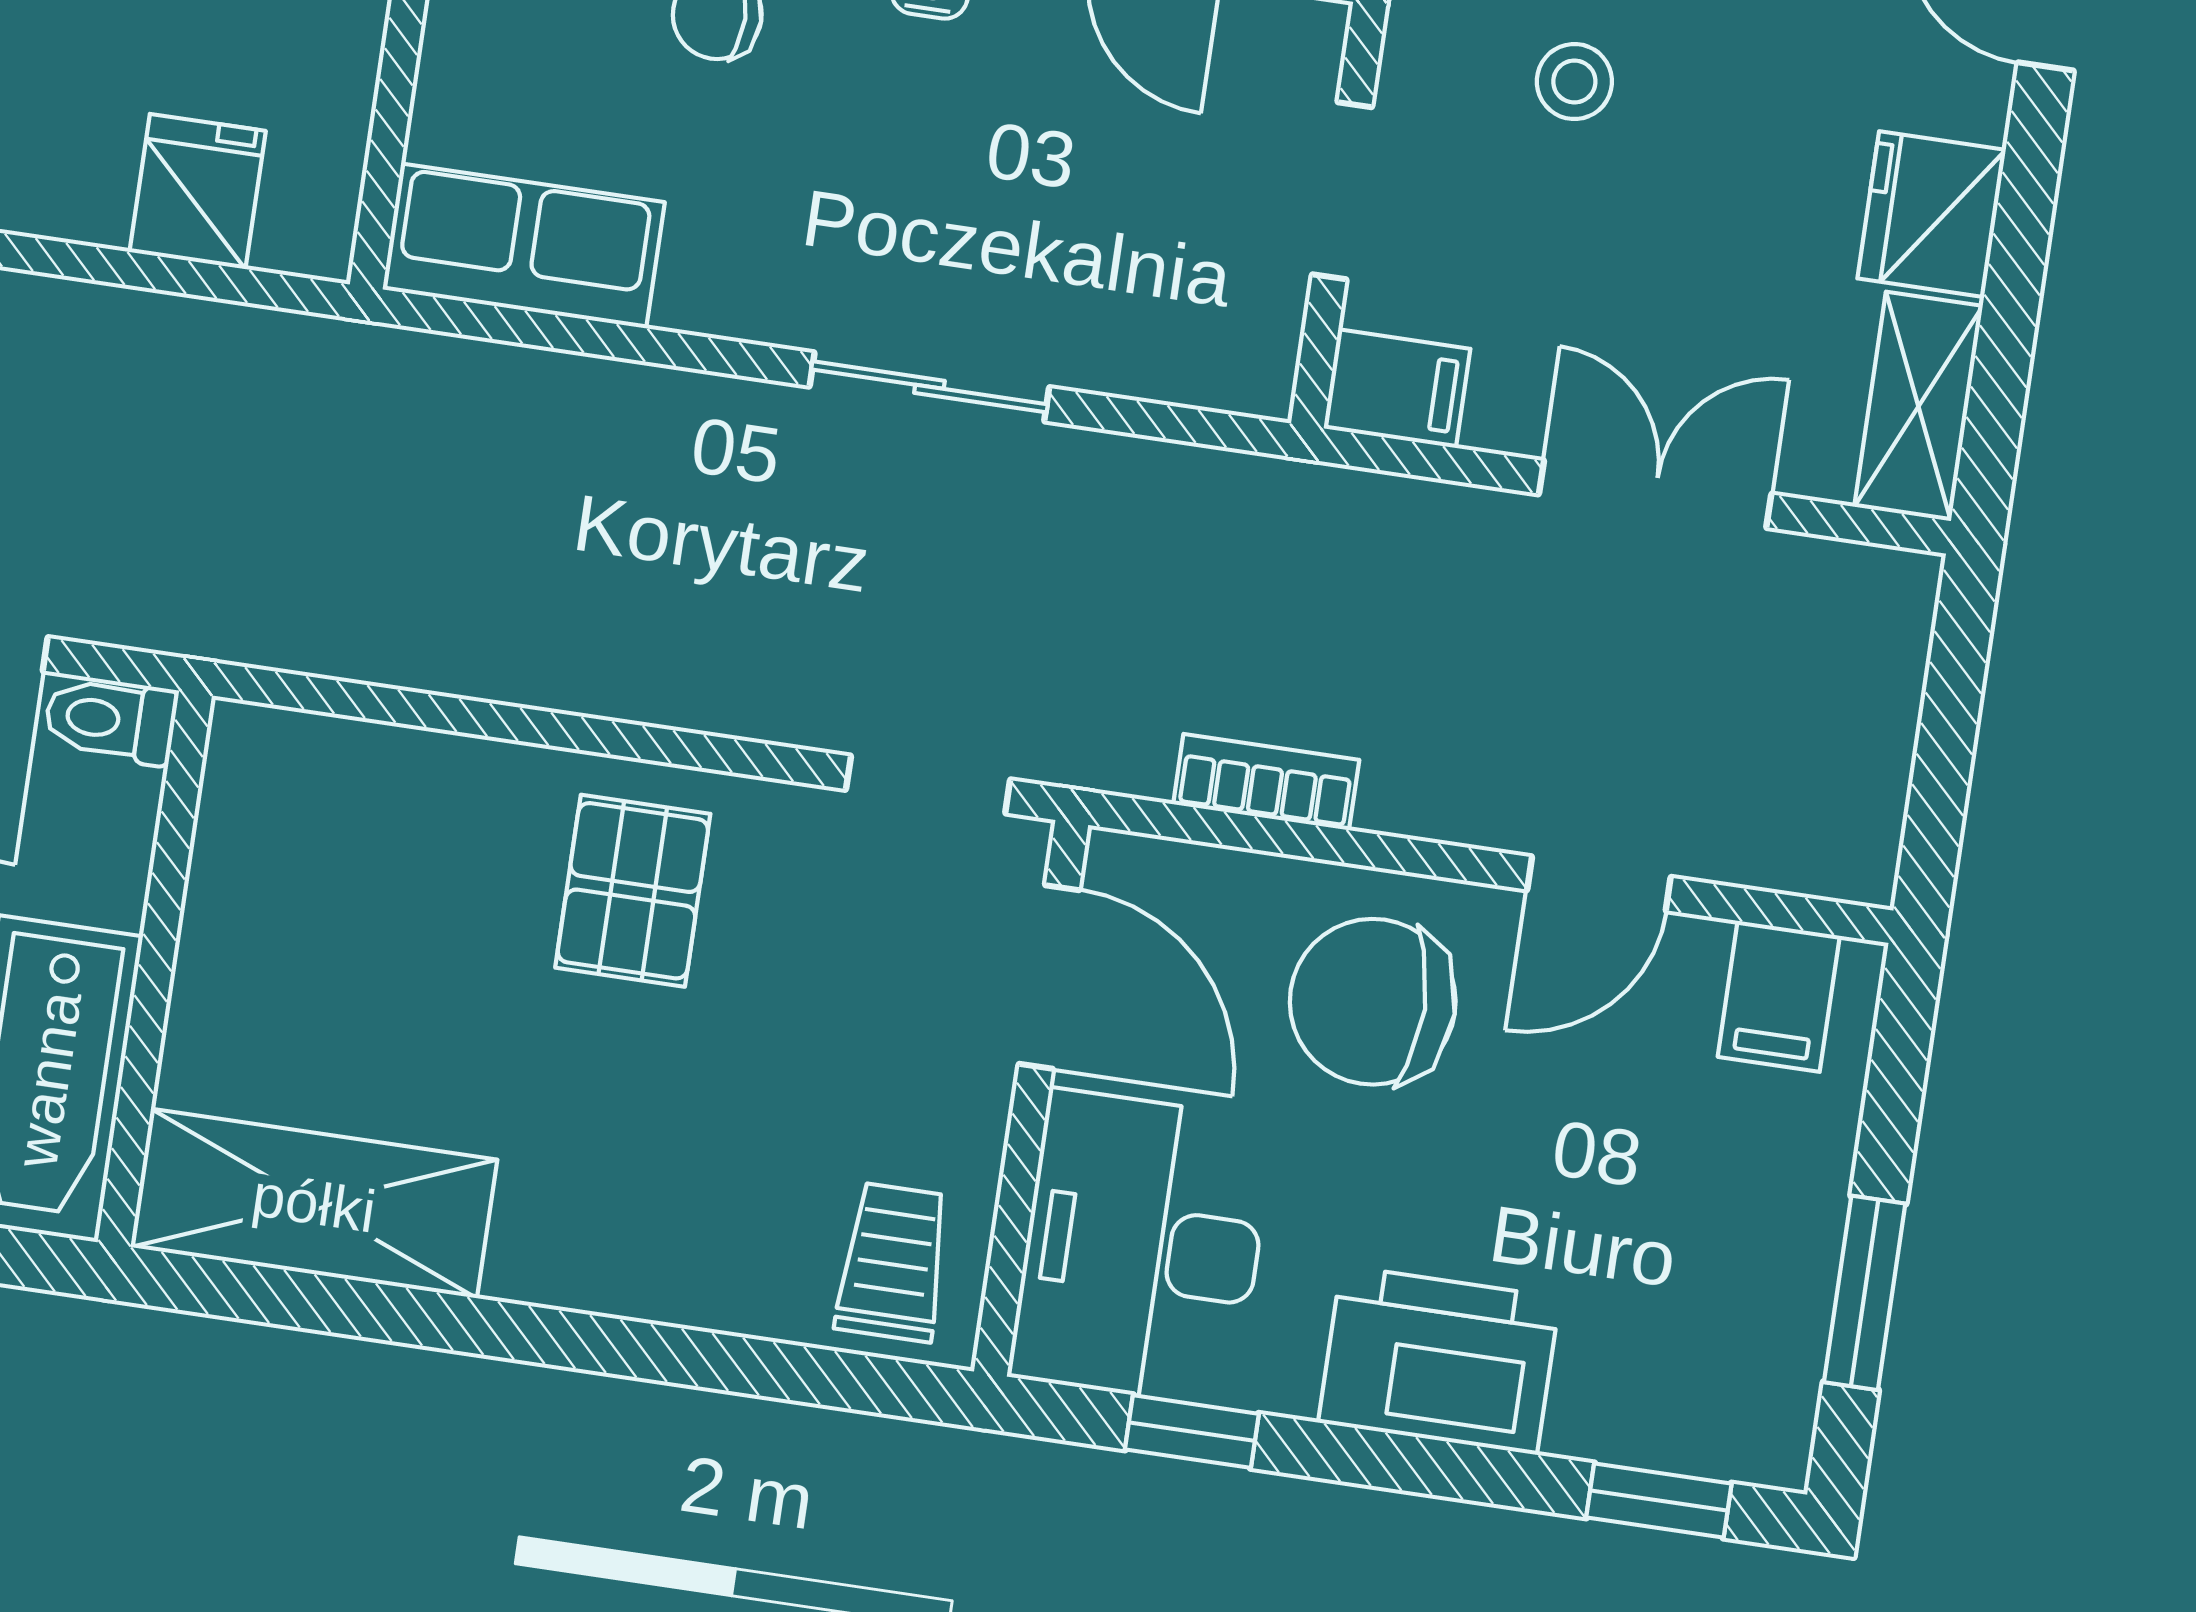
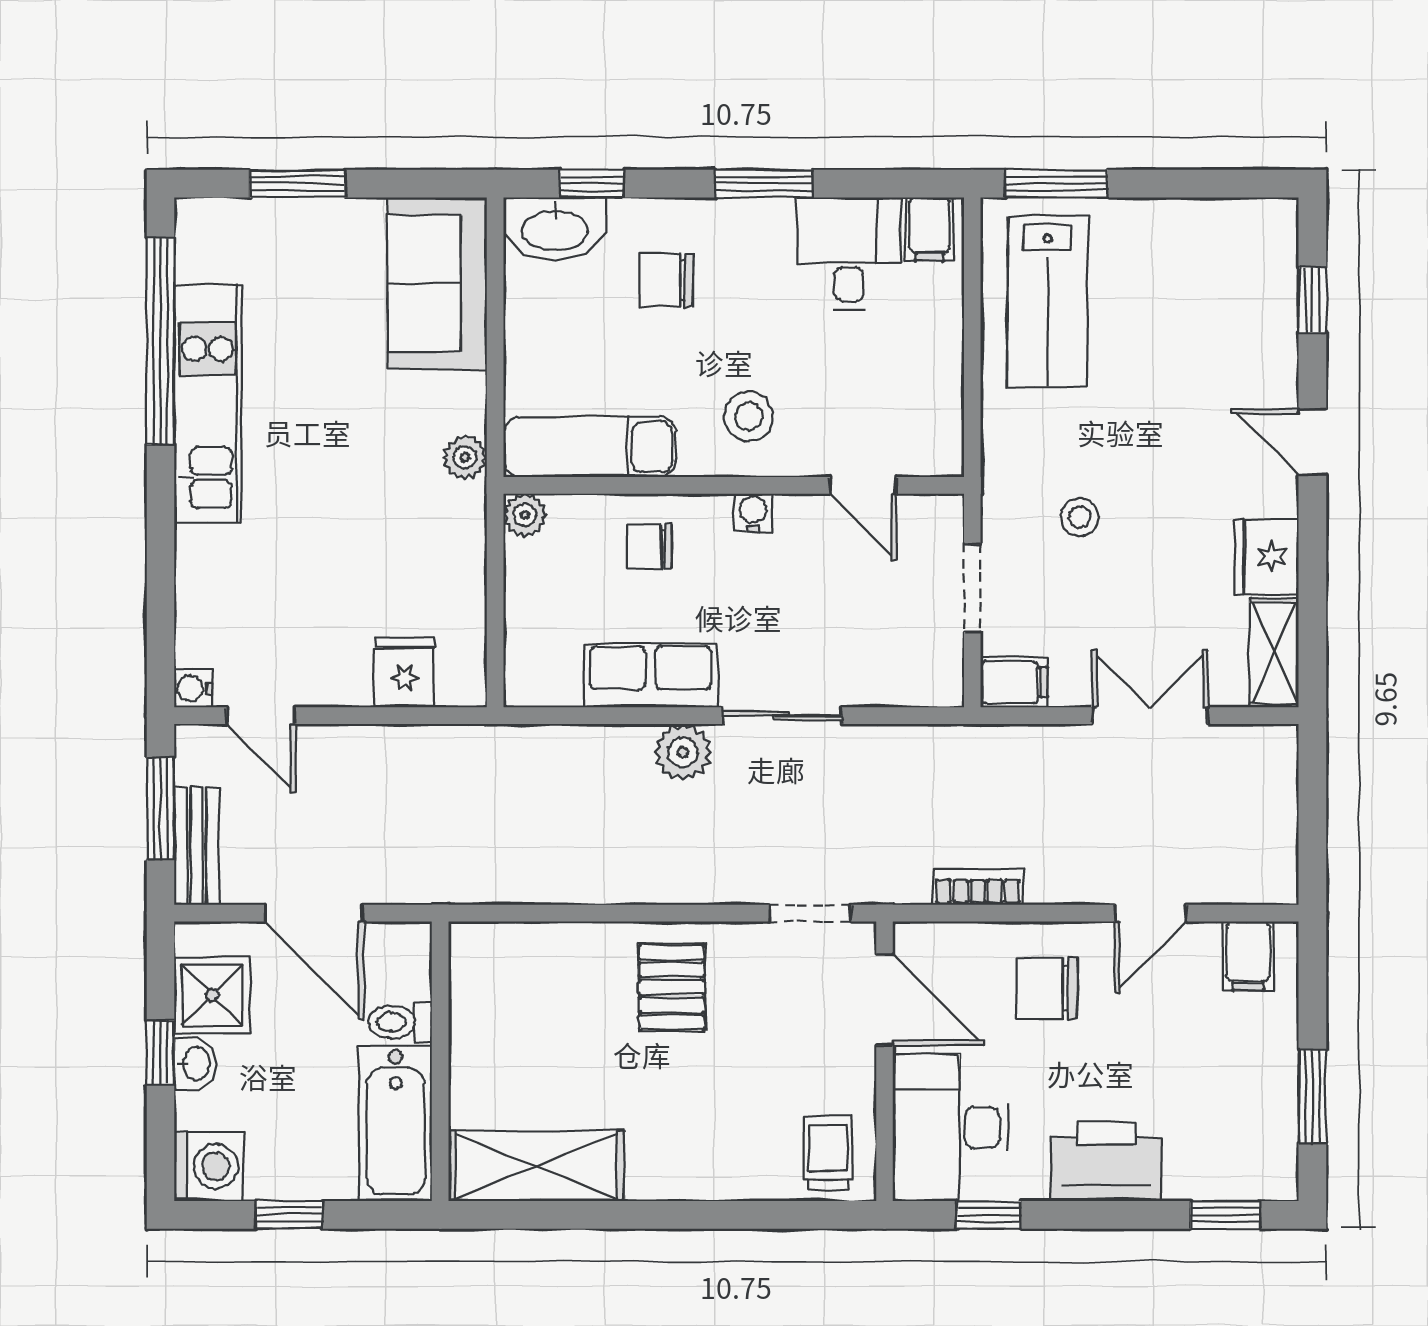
row of seats: (524, 246) -> (651, 675), moved
plant: (724, 430) -> (683, 752), added
toilet: (111, 720) -> (400, 1022), moved
chair: (1373, 1002) -> (1047, 988), width x0.73, depth x0.73

